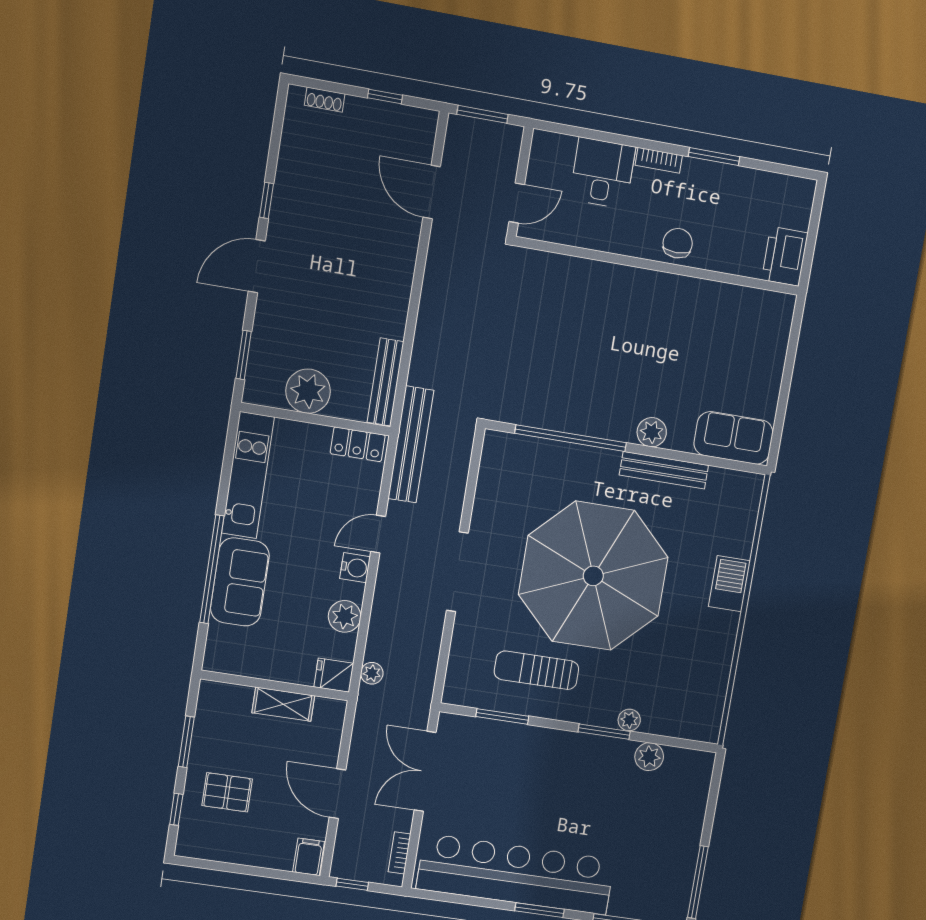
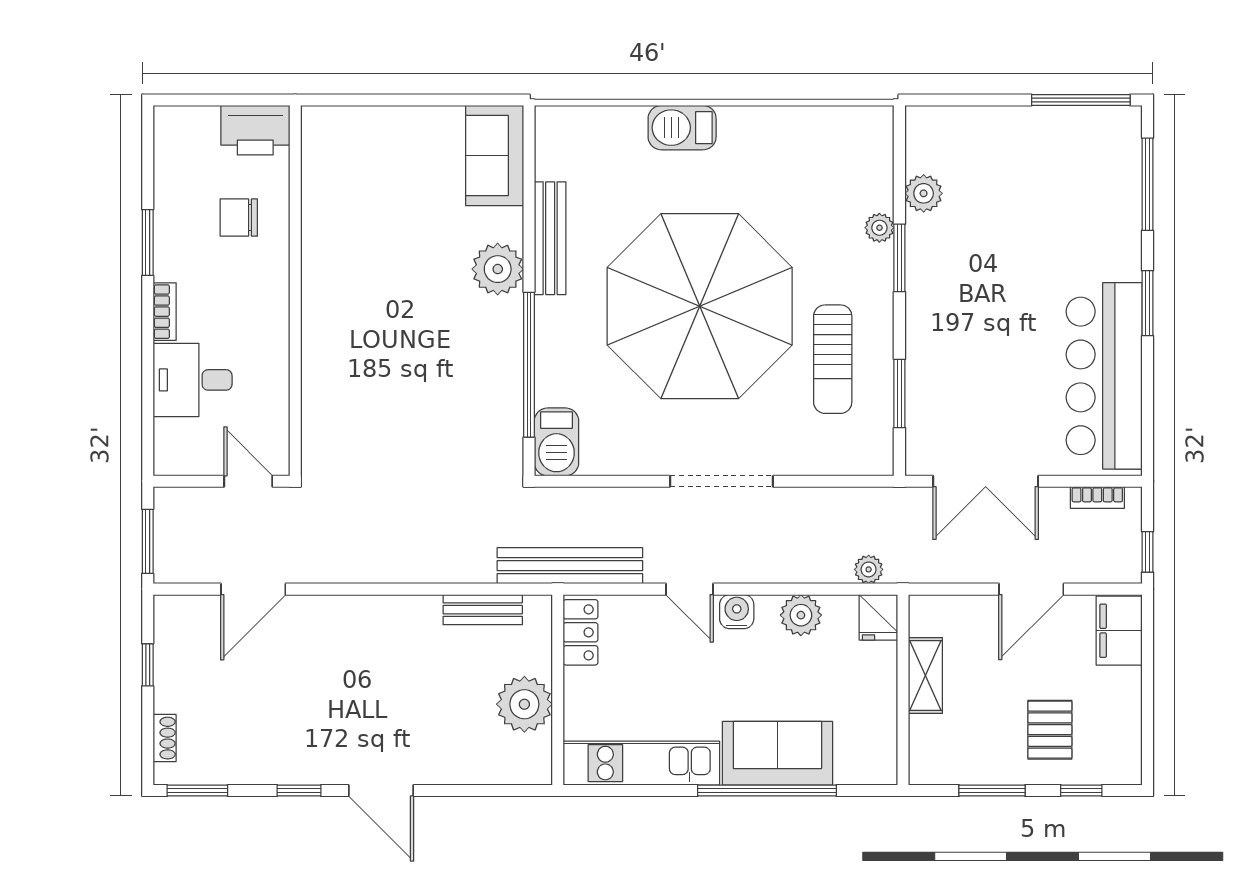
chair: (678, 243) -> (239, 218), moved
window: (244, 355) -> (197, 791), moved
bench: (385, 382) -> (483, 610), width x0.73
plant: (652, 432) -> (498, 269), width x1.36, depth x1.36
barbecue: (508, 450) -> (557, 442), added
filing cabinet: (309, 857) -> (1119, 631), width x2.00
bar counter: (516, 874) -> (1104, 376), width x0.73

